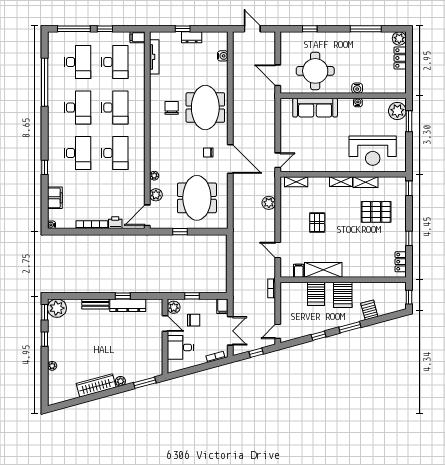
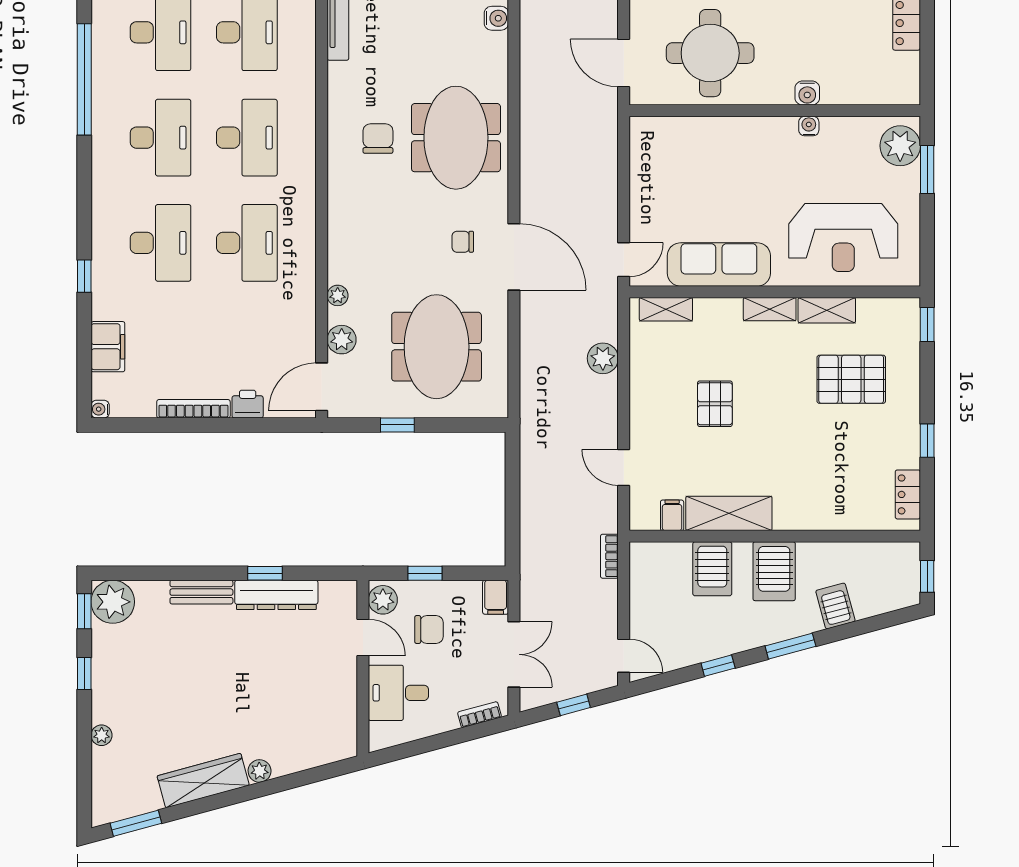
sofa: (315, 108) -> (719, 264), moved, turned 180
door: (278, 331) -> (624, 656), swing flipped
window: (145, 383) -> (136, 823), moved

